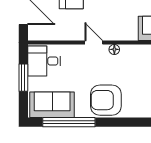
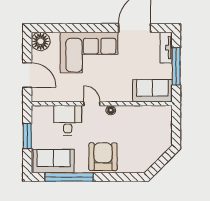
desk: (44, 61) -> (68, 120), moved, turned 90
armchair: (106, 100) -> (103, 157), turned 90

